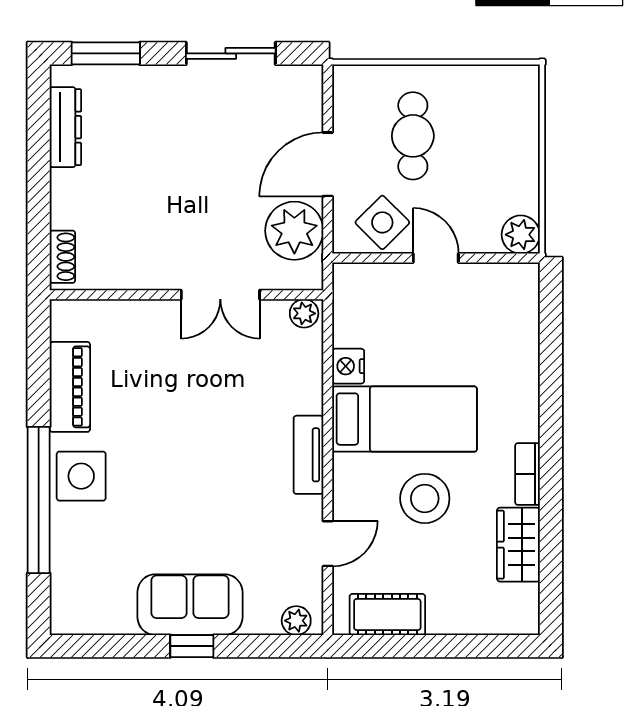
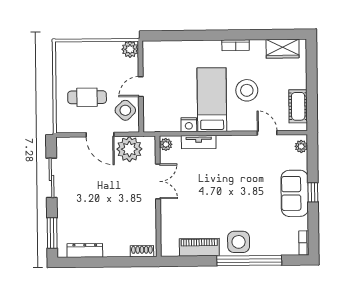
tv unit: (308, 455) -> (199, 142), moved
wardrobe: (518, 545) -> (283, 49), moved
bookcase: (77, 624) -> (304, 243), added

